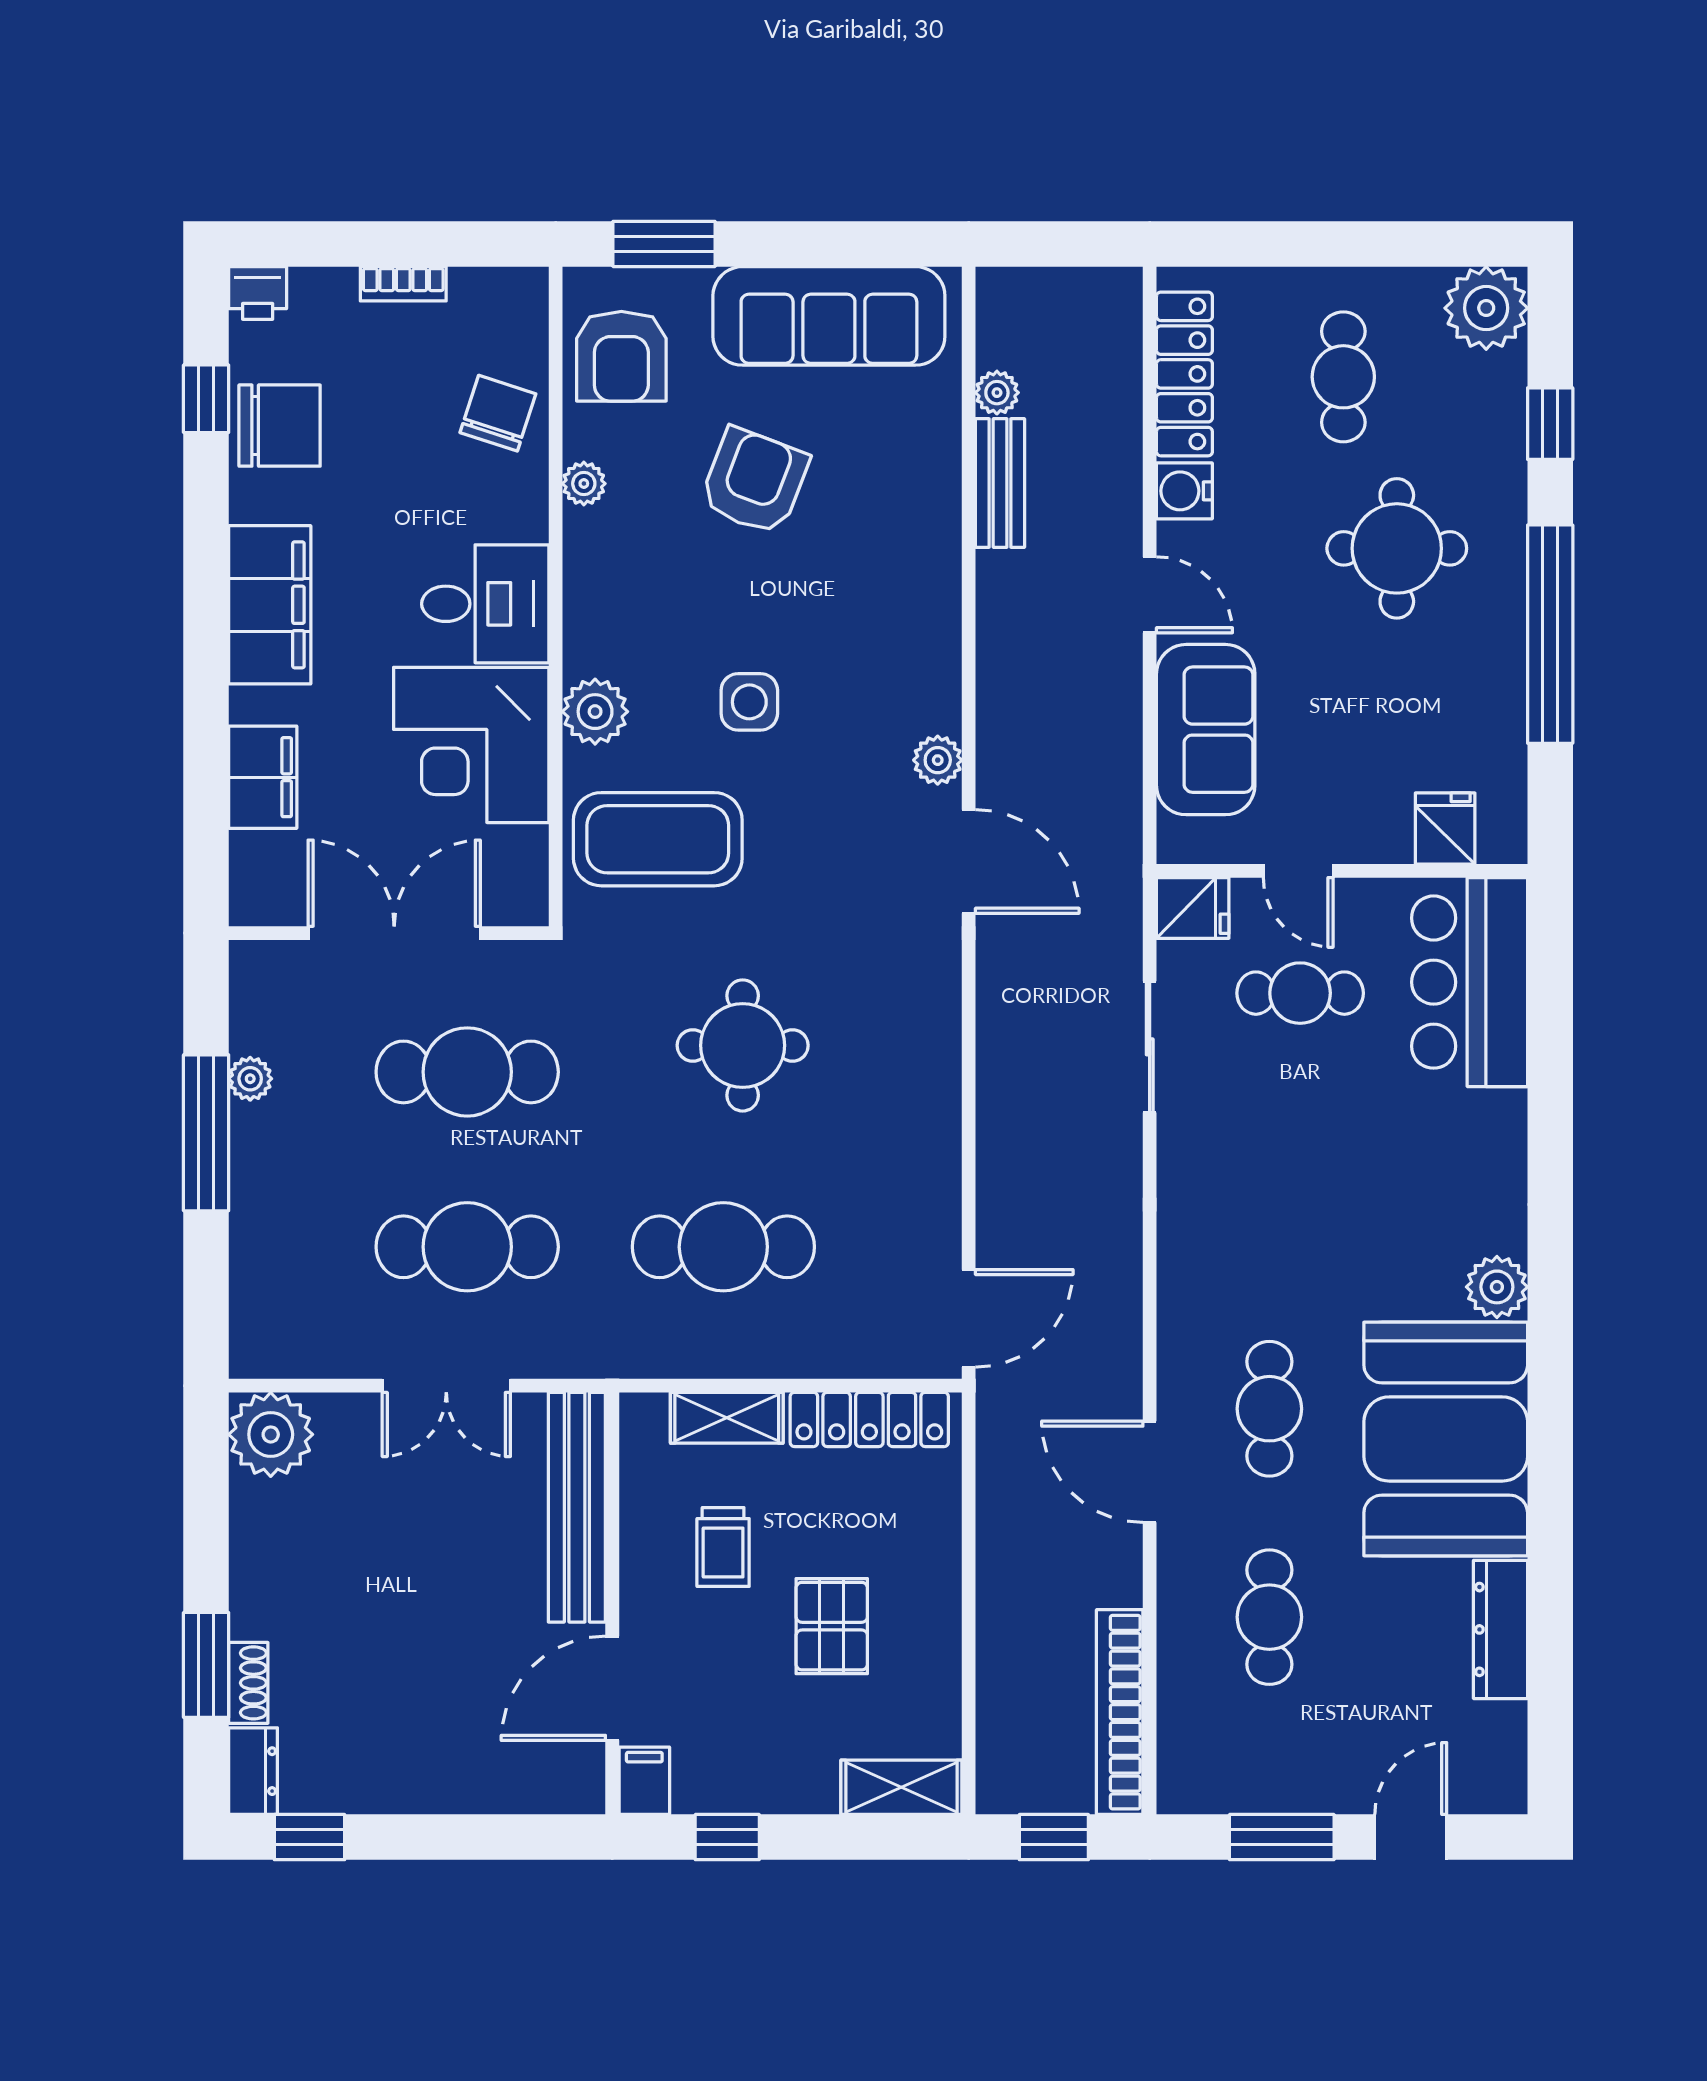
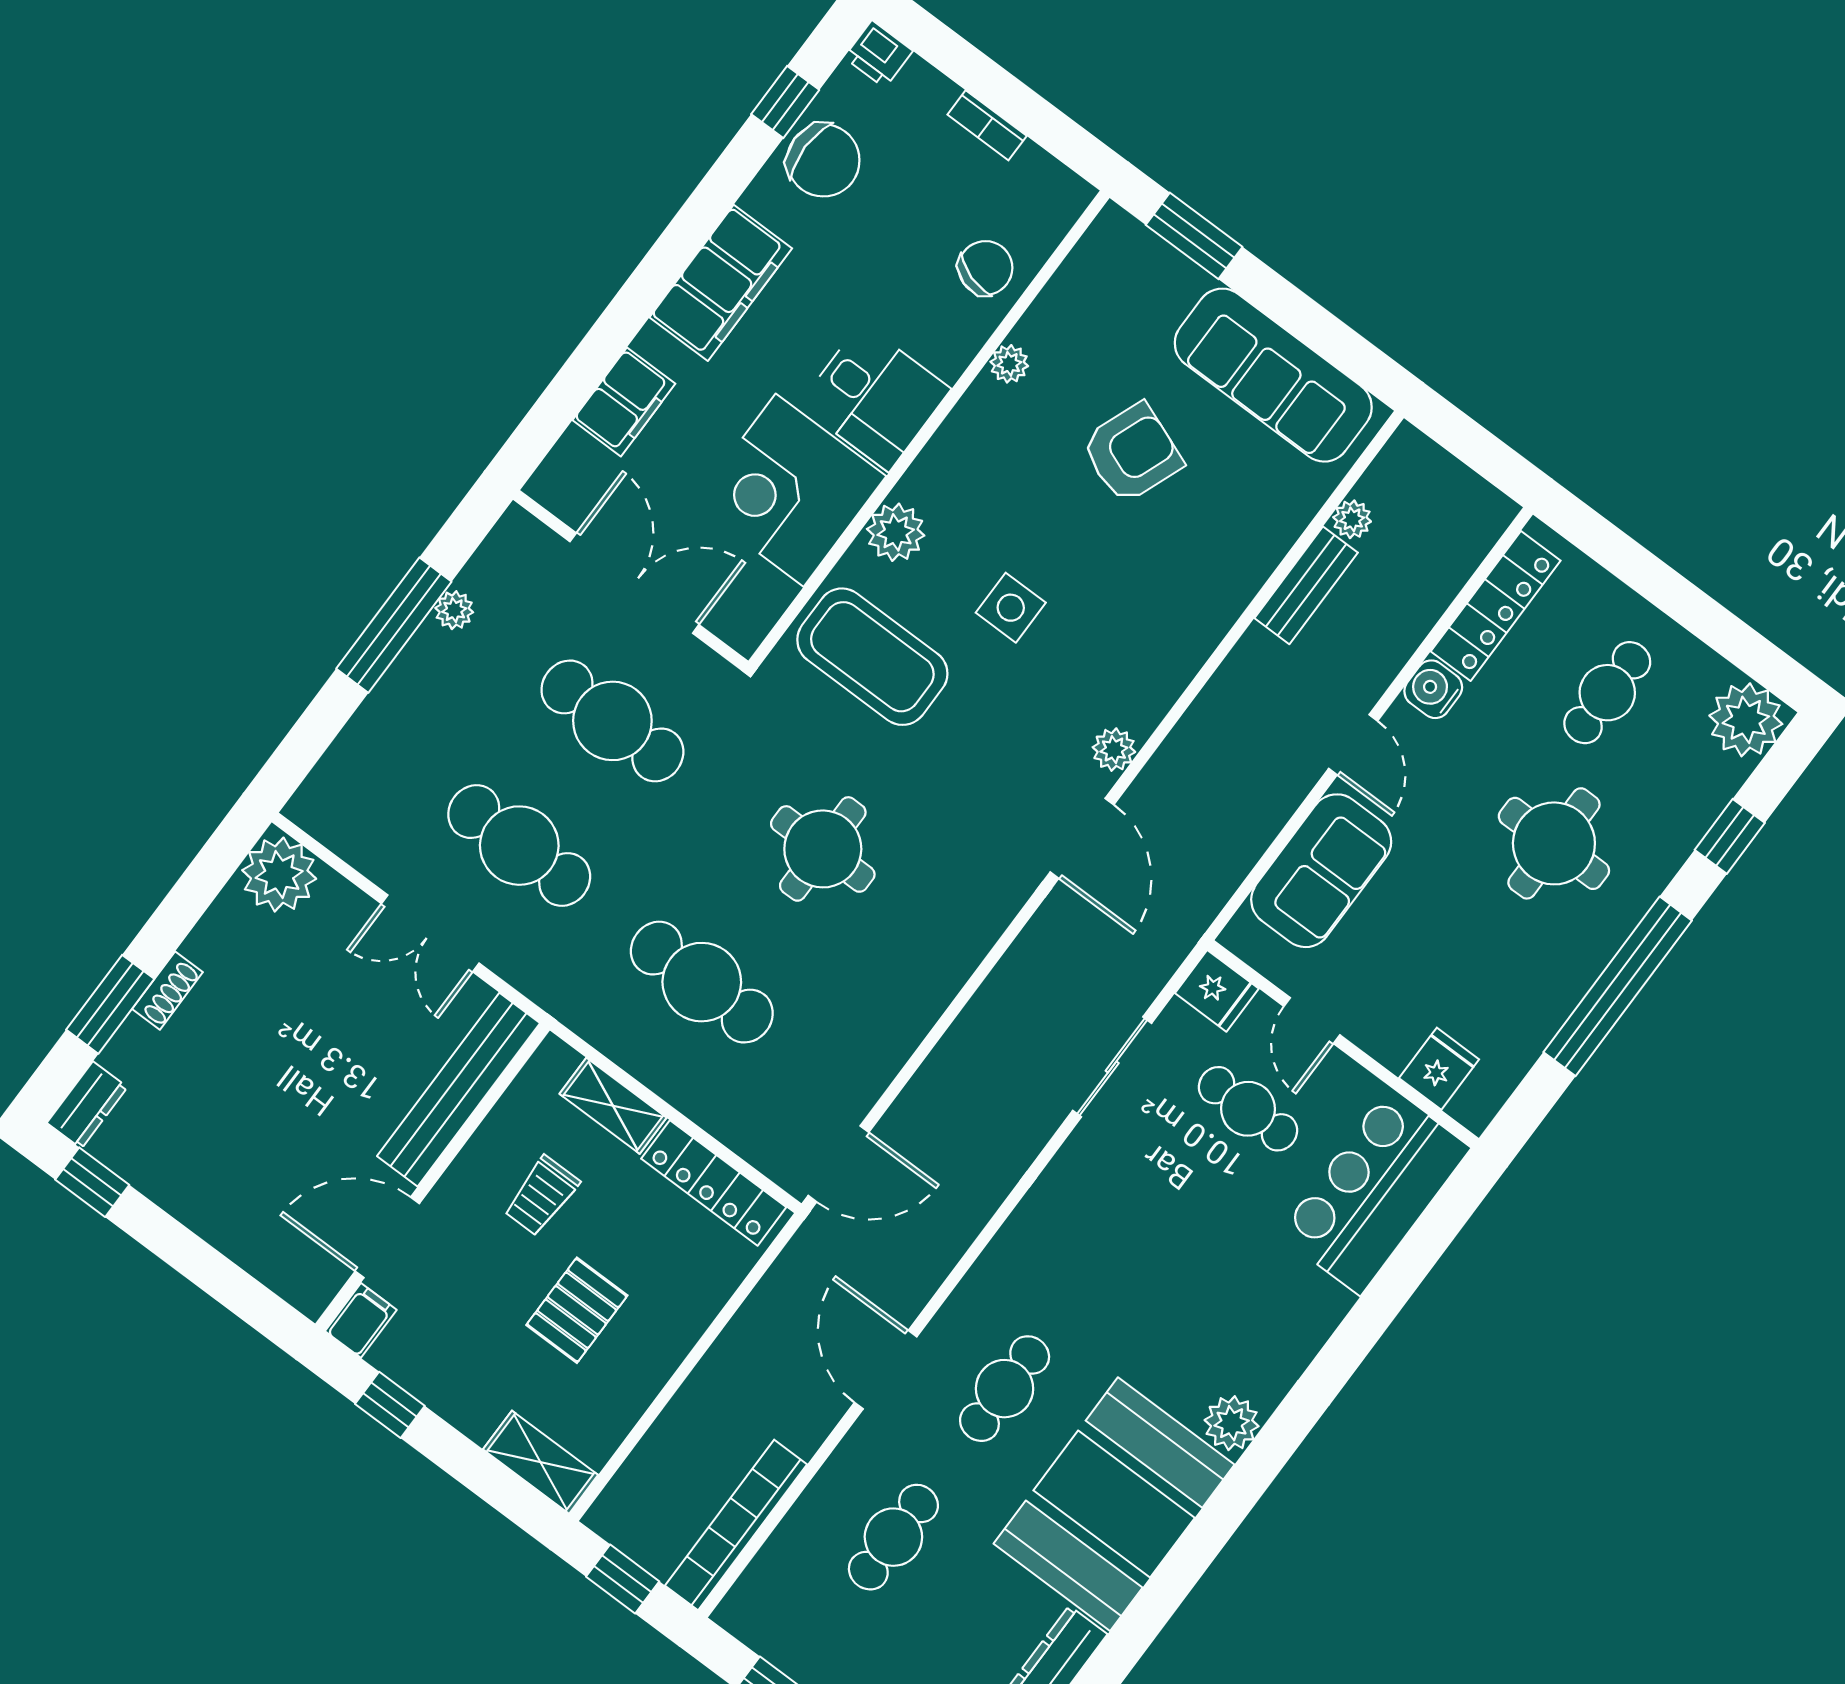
armchair: (621, 356) -> (1104, 293), removed
shoe rack: (248, 1683) -> (167, 991), moved

